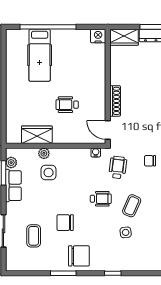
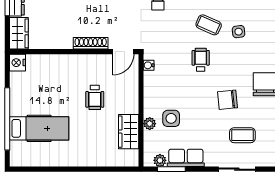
wheelchair: (118, 167) -> (165, 40), removed
chair: (65, 223) -> (228, 100), turned 84

